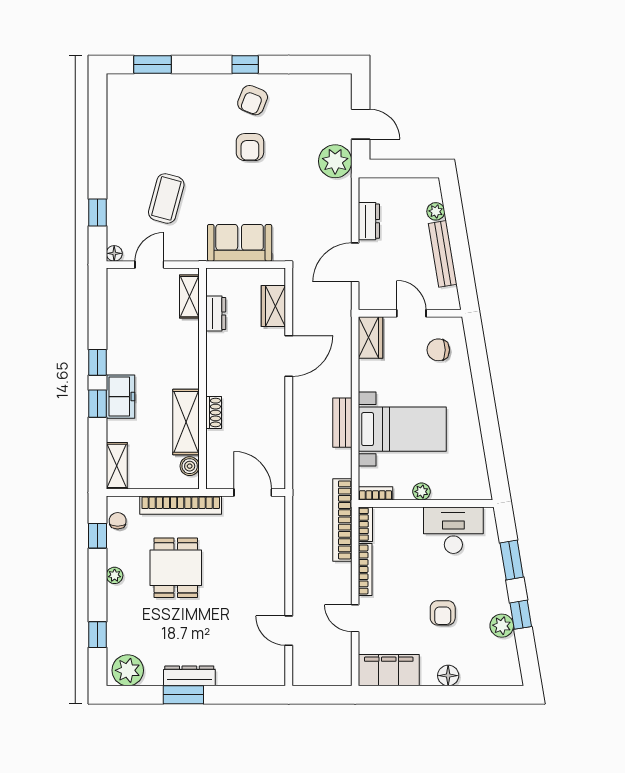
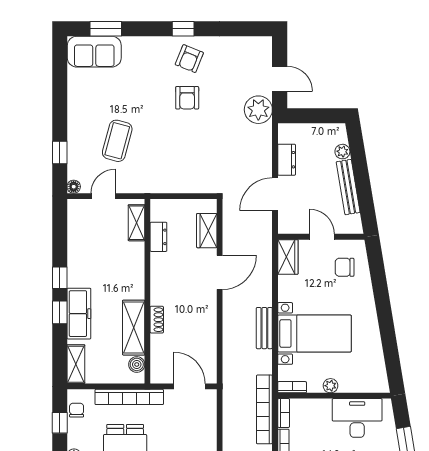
sofa: (240, 243) -> (94, 52), moved, turned 180
freezer: (120, 397) -> (79, 314), width x1.40

